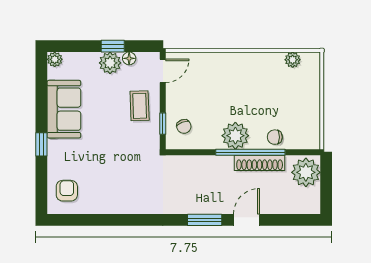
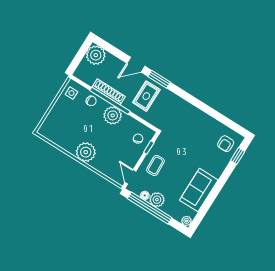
window: (113, 46) -> (150, 208), width x3.17
plant: (293, 60) -> (86, 152), moved, width x1.87, depth x1.87
door: (163, 71) -> (130, 177), hinge flipped
side table: (306, 131) -> (71, 93), added
window: (41, 144) -> (238, 156), moved
plant: (306, 172) -> (96, 55), moved
rug: (208, 188) -> (146, 96), added

